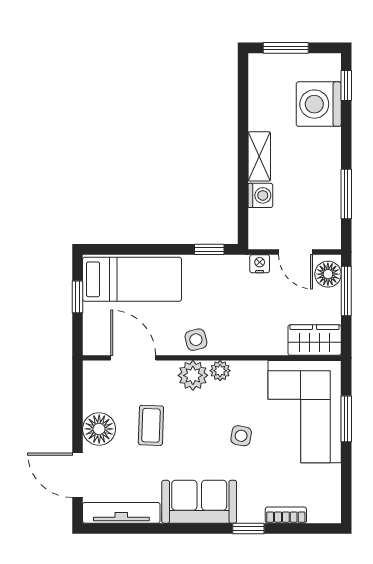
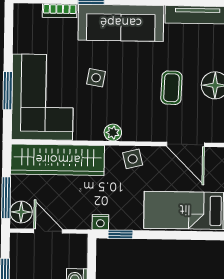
nightstand: (260, 264) -> (100, 222), moved
wardrobe: (315, 340) -> (58, 160), width x2.10, depth x1.17
plant: (193, 375) -> (136, 129), removed
sofa: (199, 502) -> (121, 23), width x1.36

